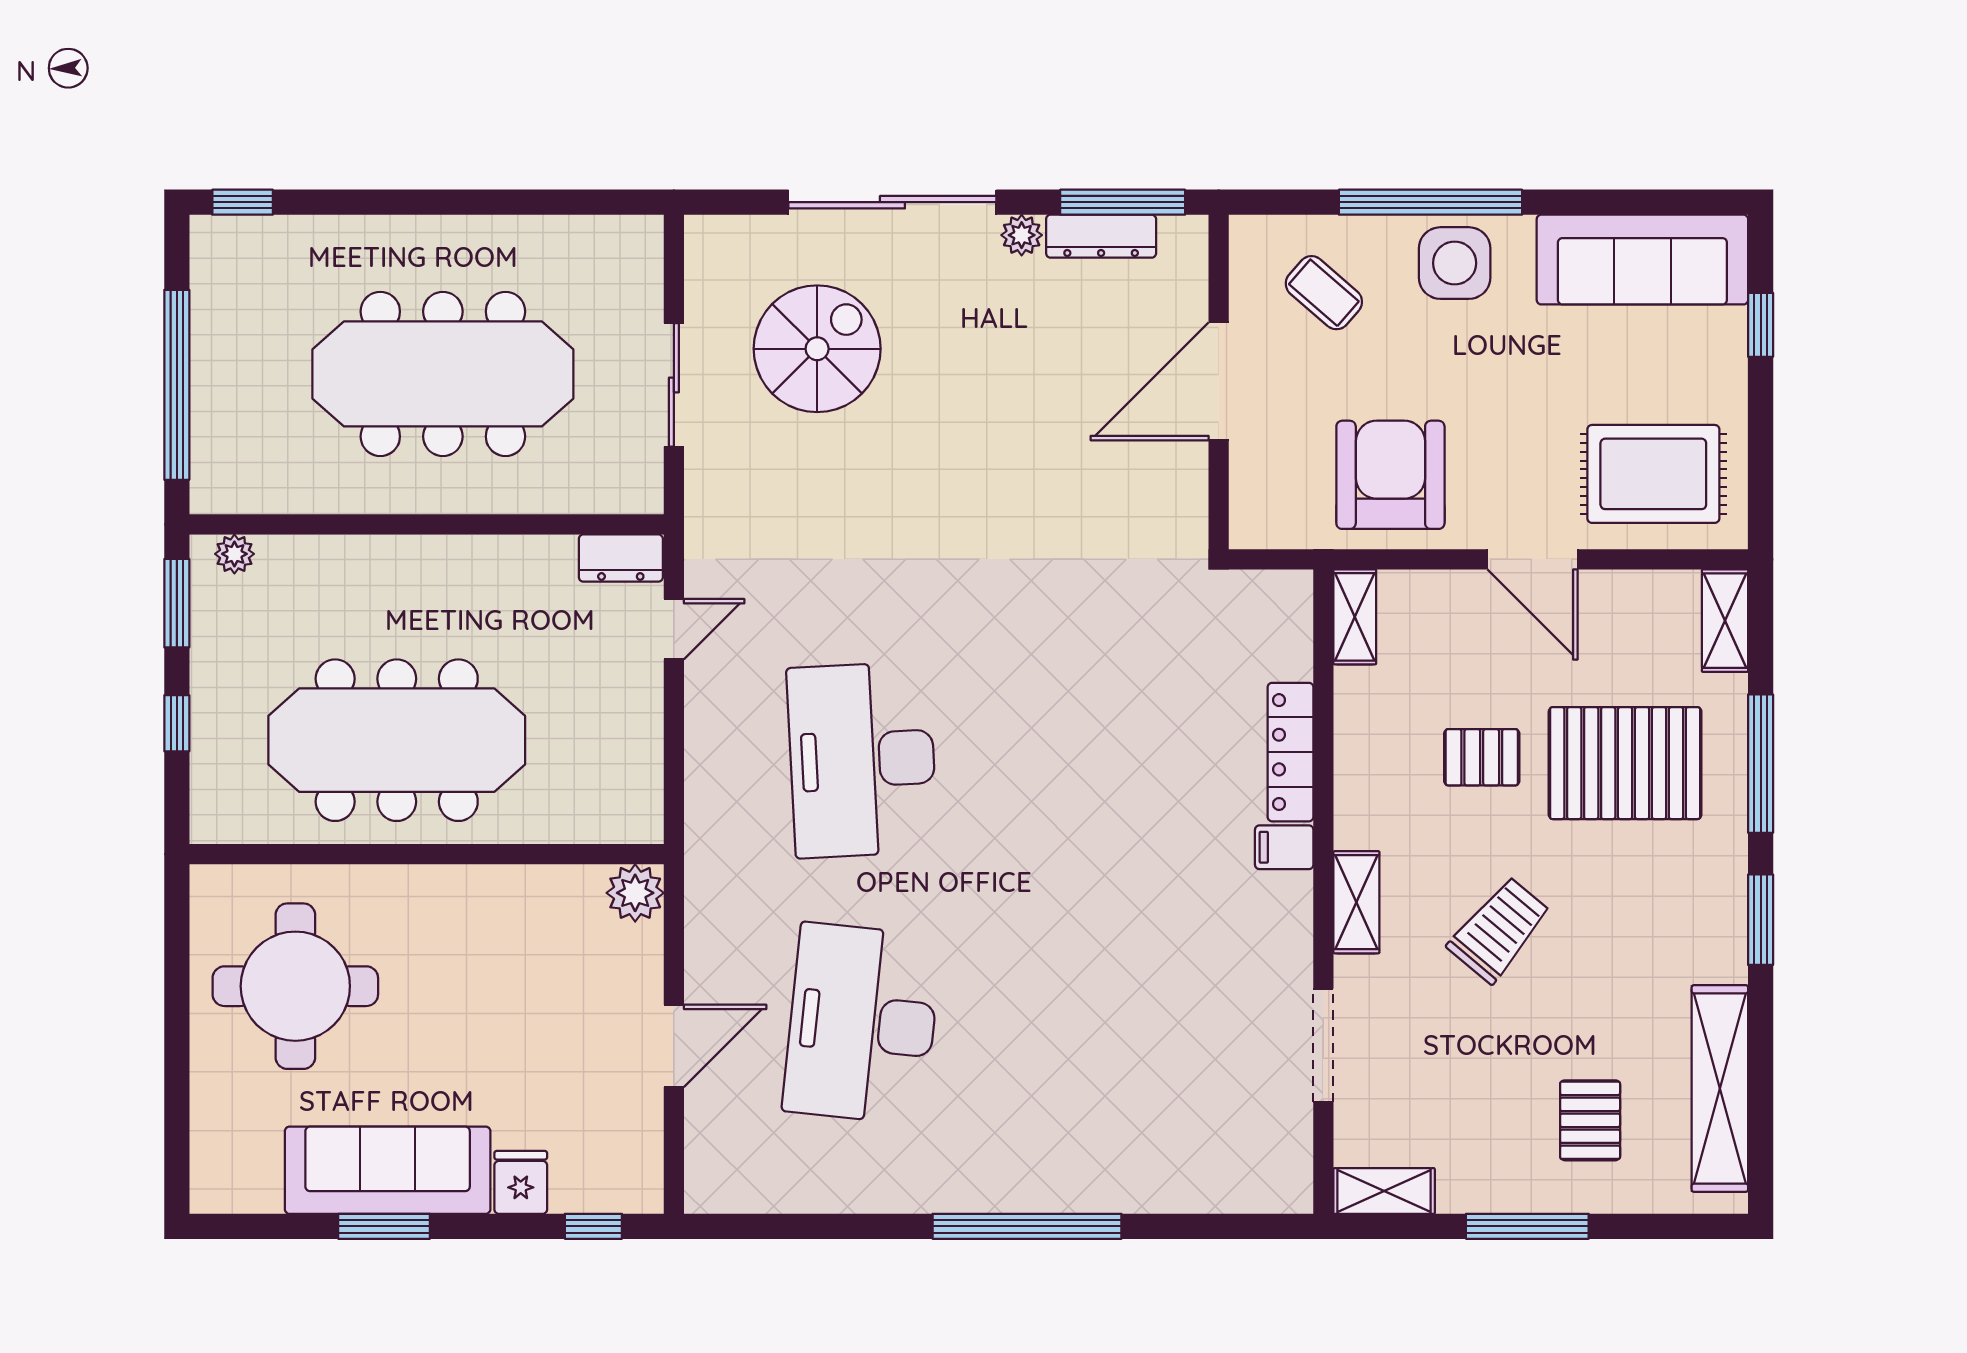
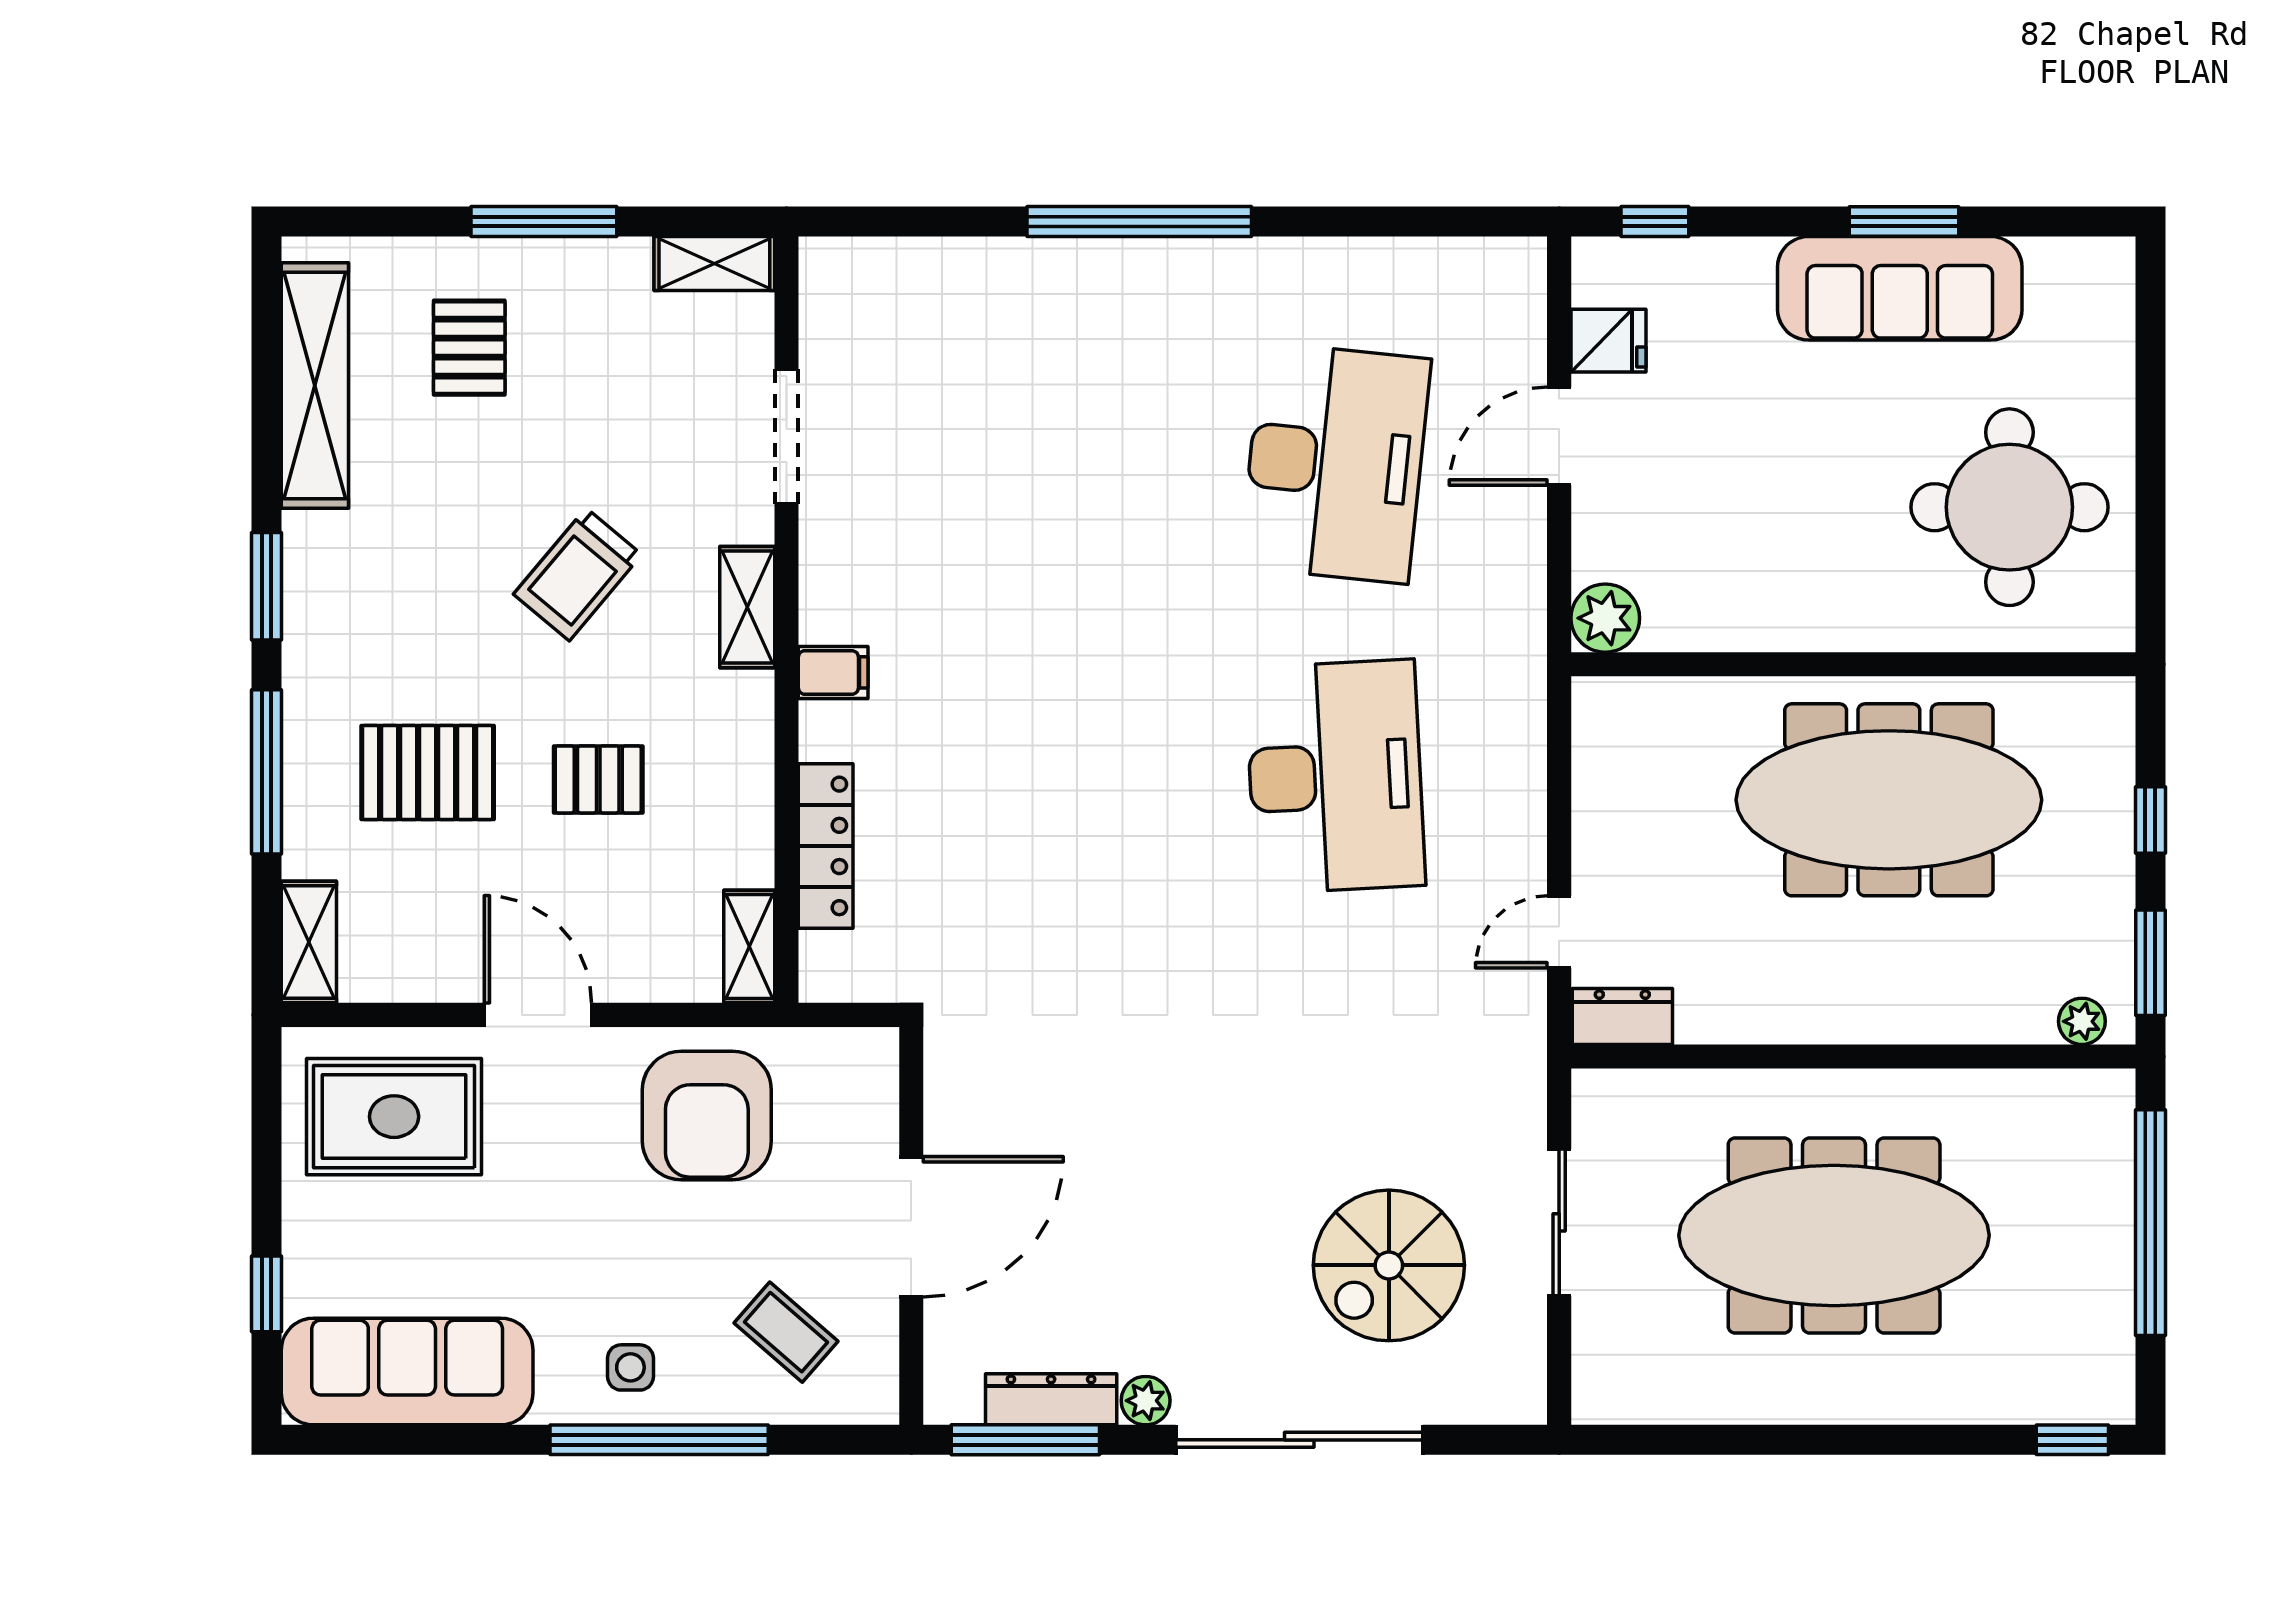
side table: (1455, 263) -> (630, 1367), width x0.54, depth x0.54
locker: (1290, 752) -> (826, 846), moved
pallet: (1625, 763) -> (428, 773), width x0.73, depth x0.71
fridge: (521, 1182) -> (1609, 341), moved, turned -90

